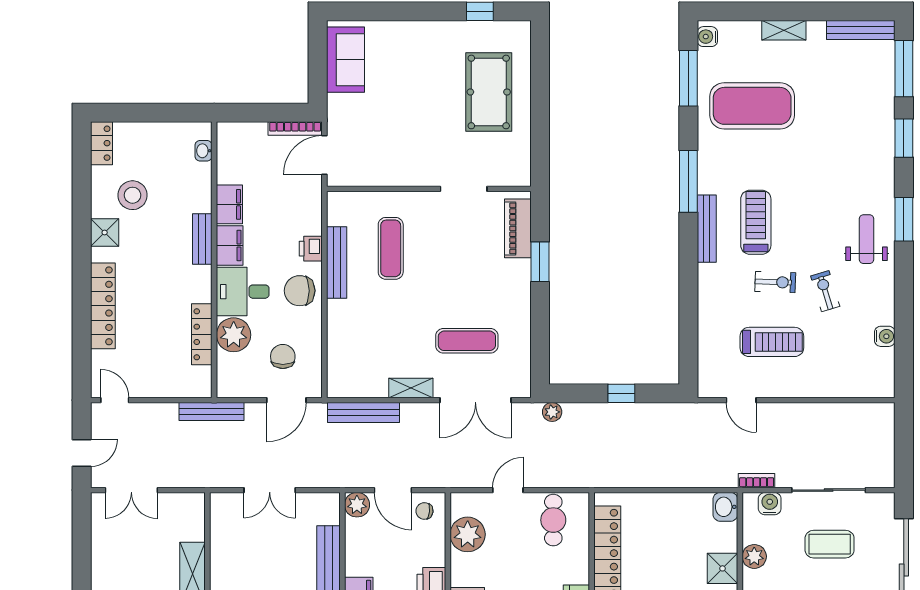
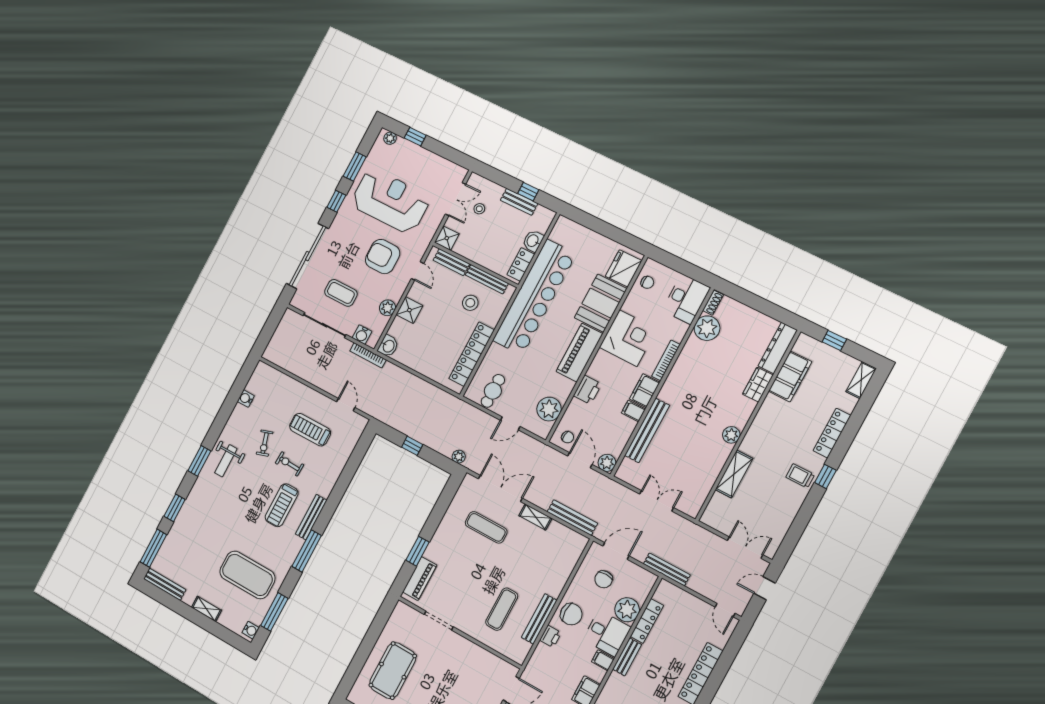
bench: (202, 239) -> (627, 657), moved
filing cabinet: (230, 246) -> (603, 660), width x0.50
bookcase: (757, 481) -> (368, 355), width x1.56

